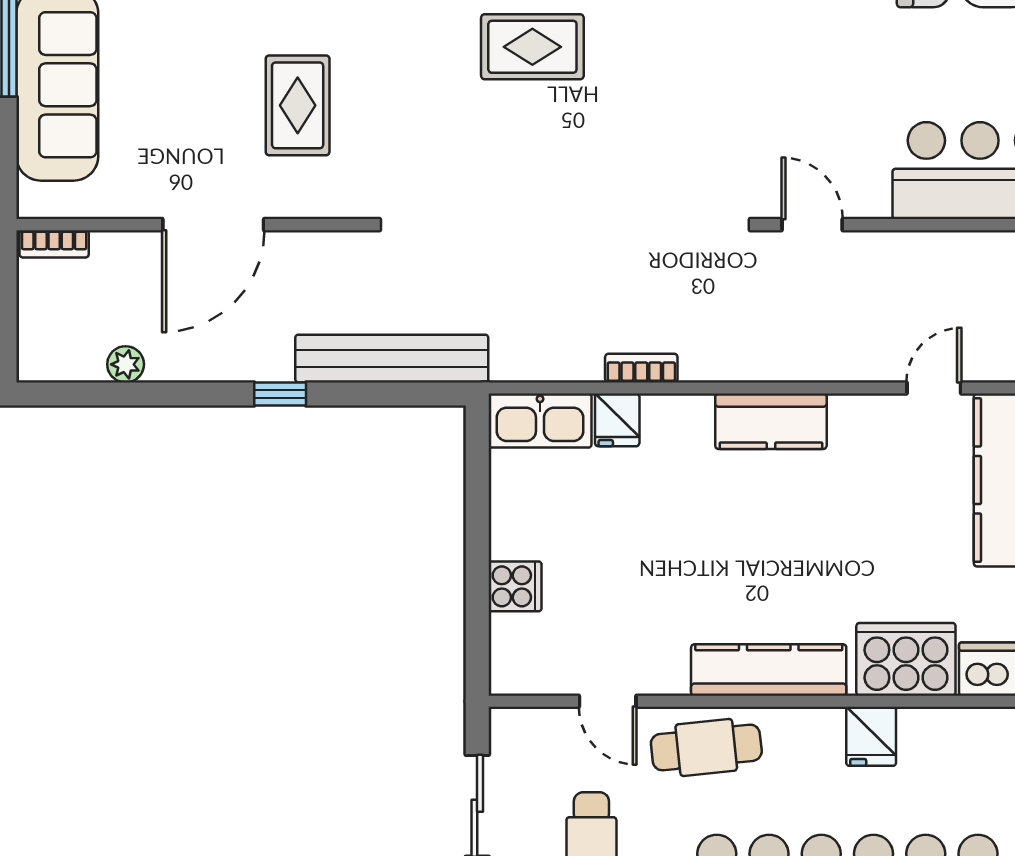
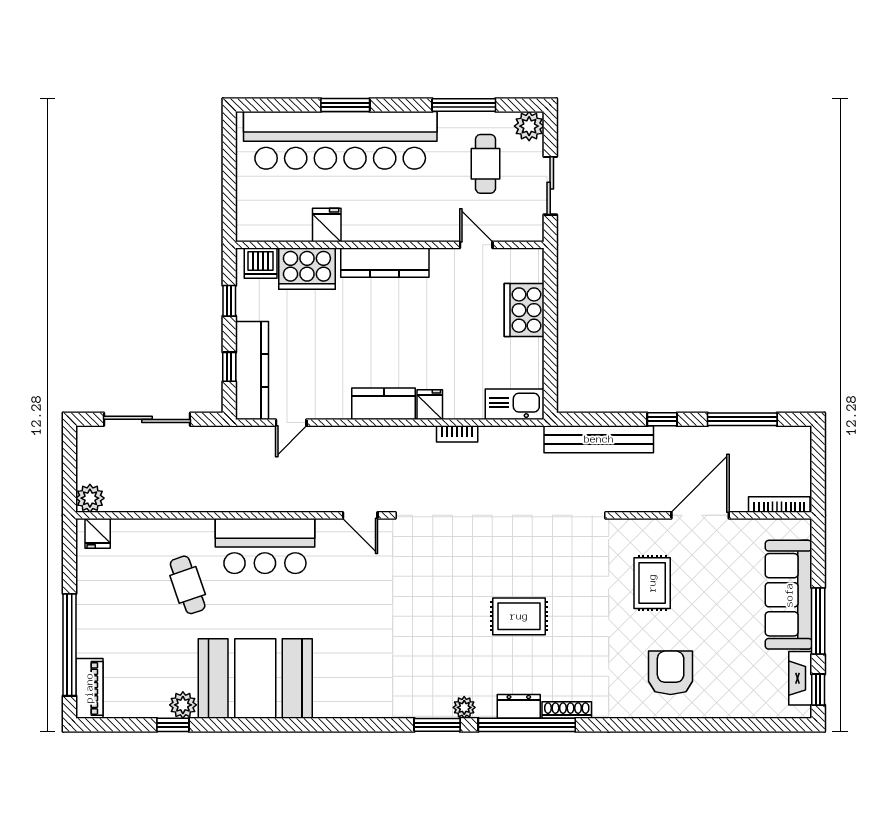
bookcase: (54, 244) -> (779, 504), width x1.56
plant: (126, 364) -> (750, 436), removed
window: (139, 394) -> (742, 419), added
fridge: (617, 420) -> (430, 405), moved
cooker: (515, 586) -> (524, 310), width x1.87, depth x1.31
cafe table: (706, 747) -> (420, 219), removed

